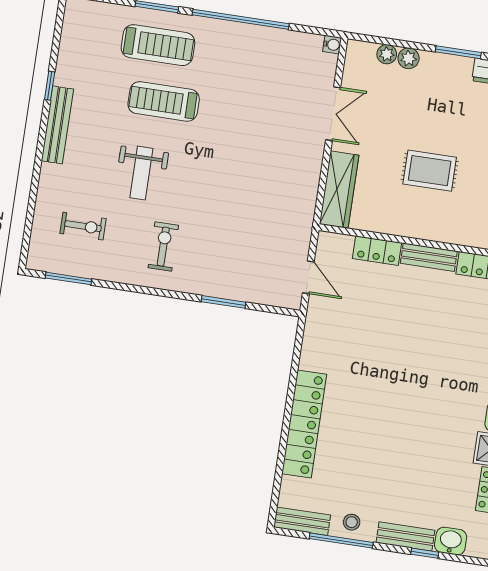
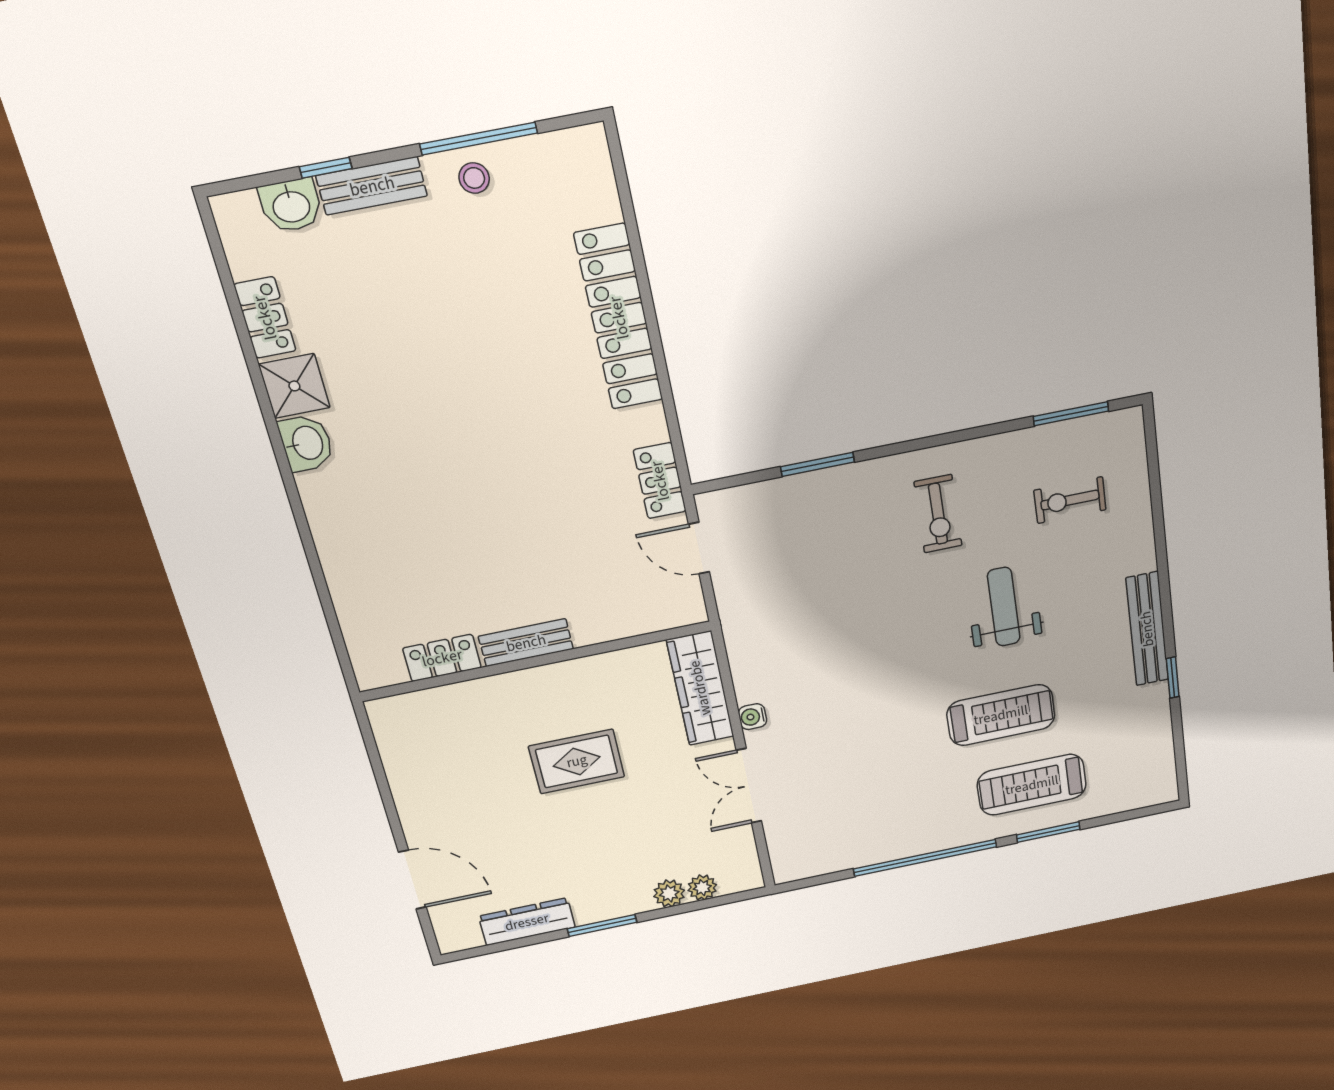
water cooler: (332, 45) -> (753, 717), moved
locker: (377, 251) -> (660, 481), moved, turned -90
bench: (302, 521) -> (559, 149), removed

